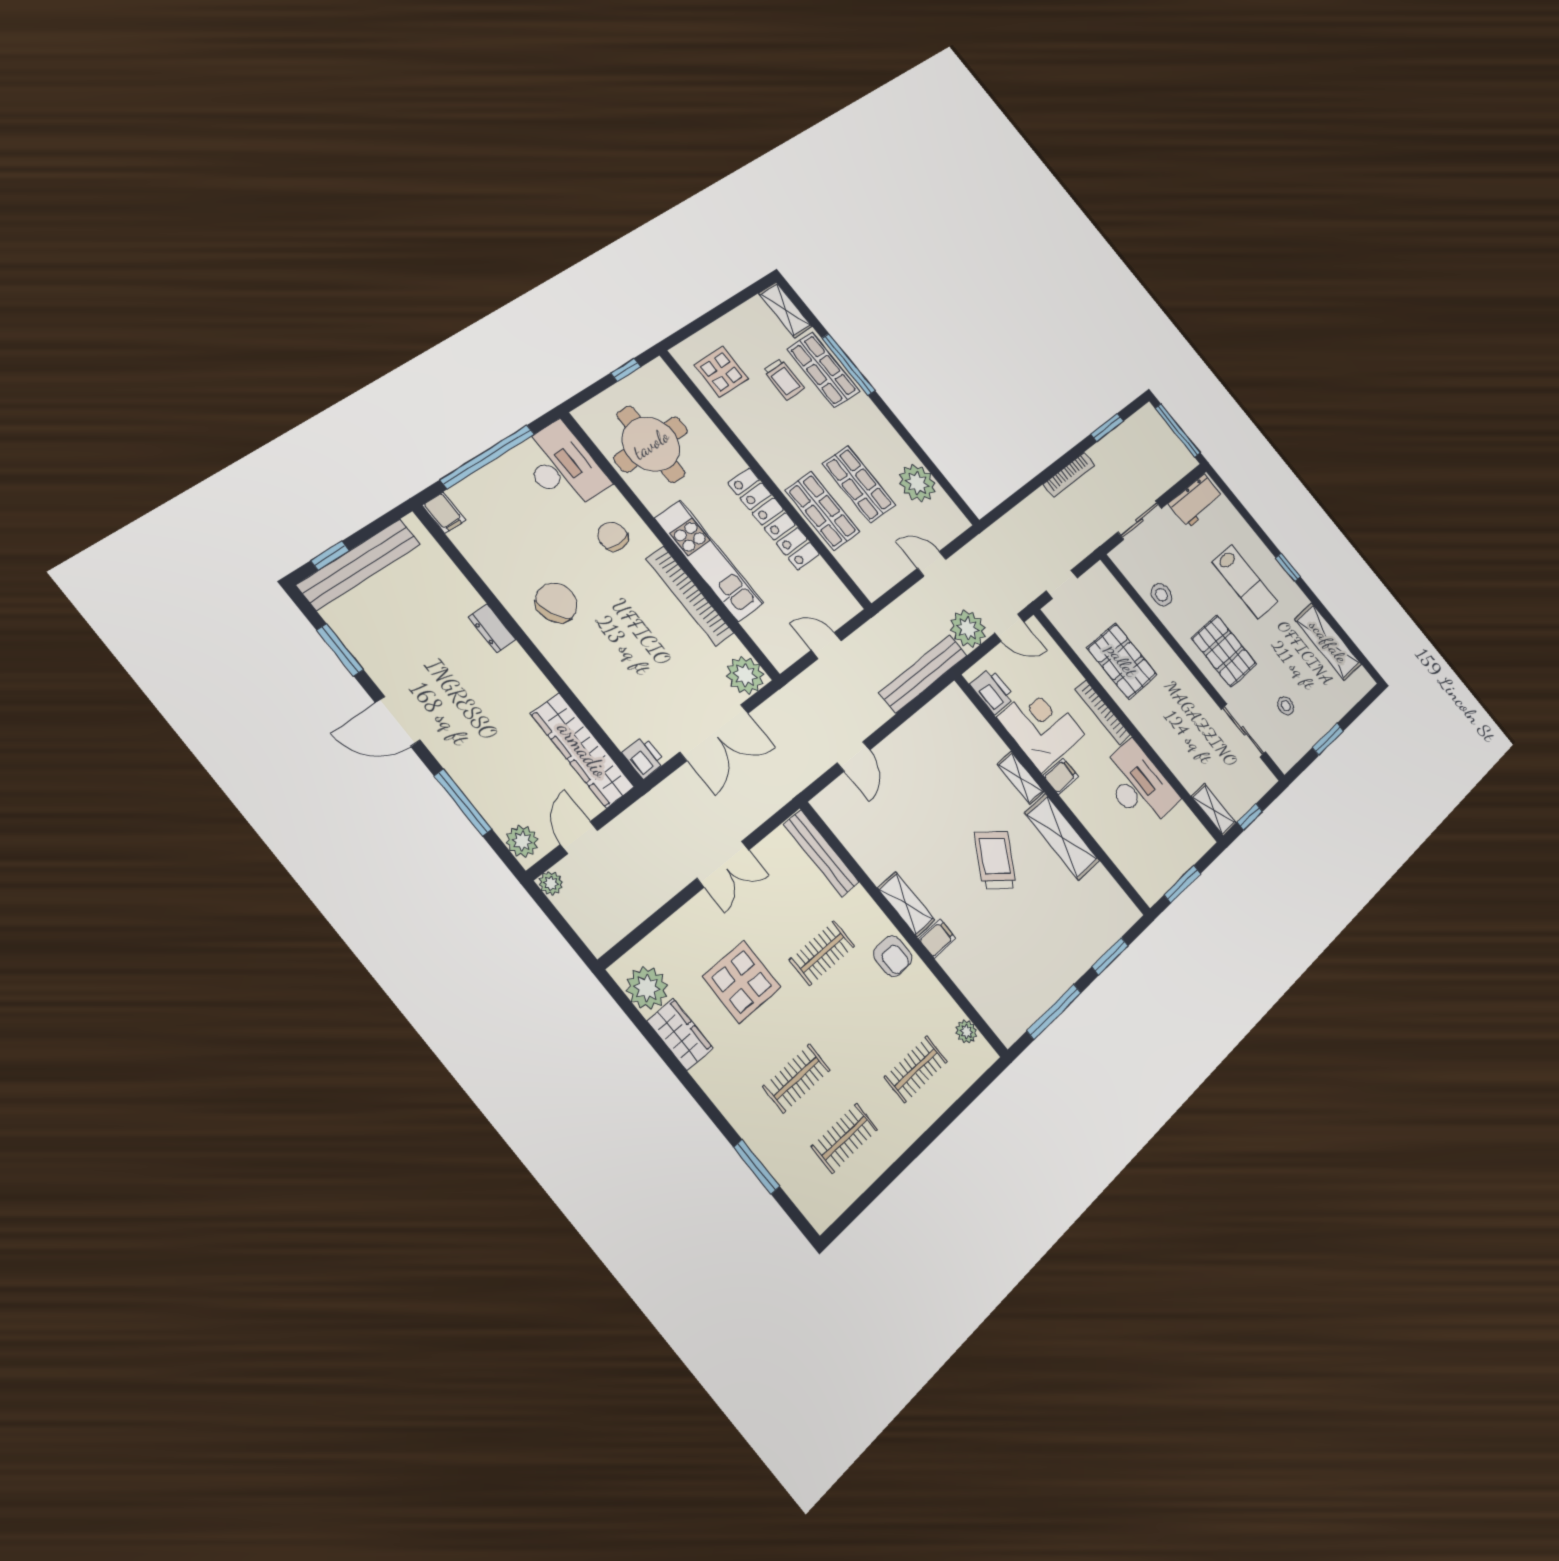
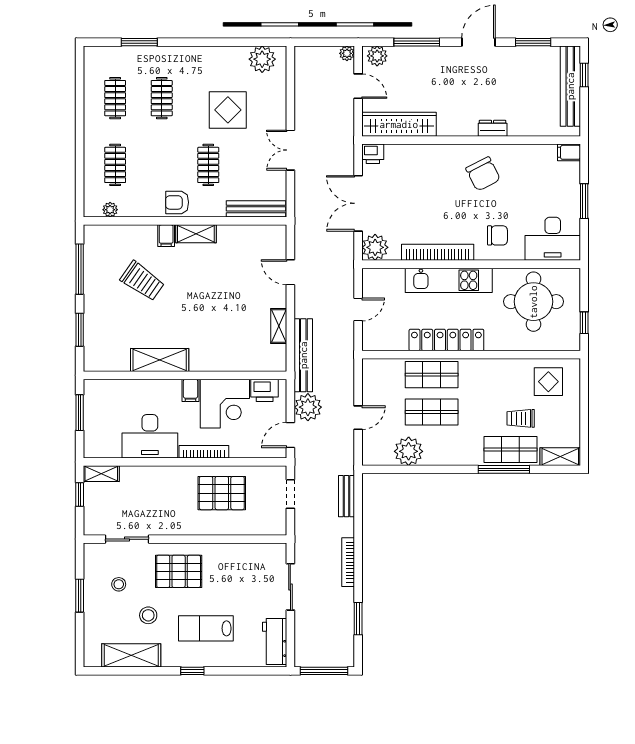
window: (488, 457) -> (584, 201), width x0.47
bench: (1014, 521) -> (347, 496), added
stool: (1161, 595) -> (148, 615), moved
shelving: (1021, 778) -> (279, 326), moved, turned 90
trolley: (995, 860) -> (142, 281), moved
wardrobe: (680, 1035) -> (228, 57), removed

